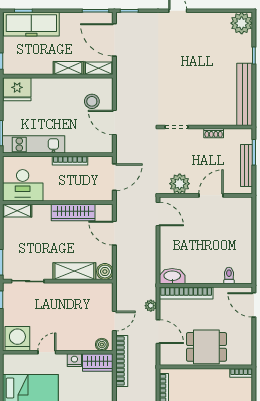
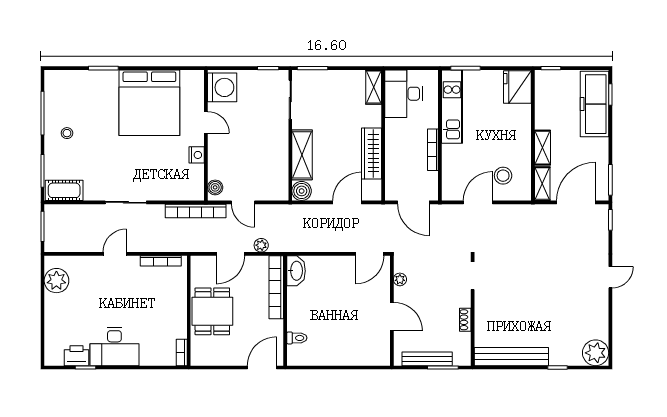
plant: (180, 184) -> (400, 279), width x0.53, depth x0.53
wardrobe: (98, 363) -> (194, 183), removed

